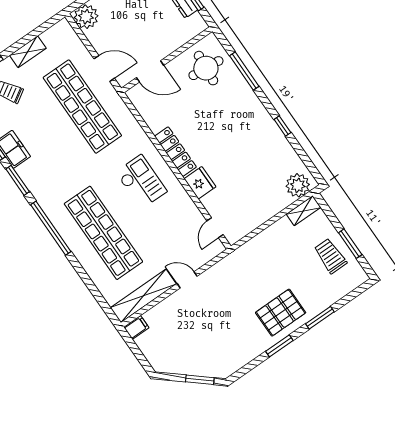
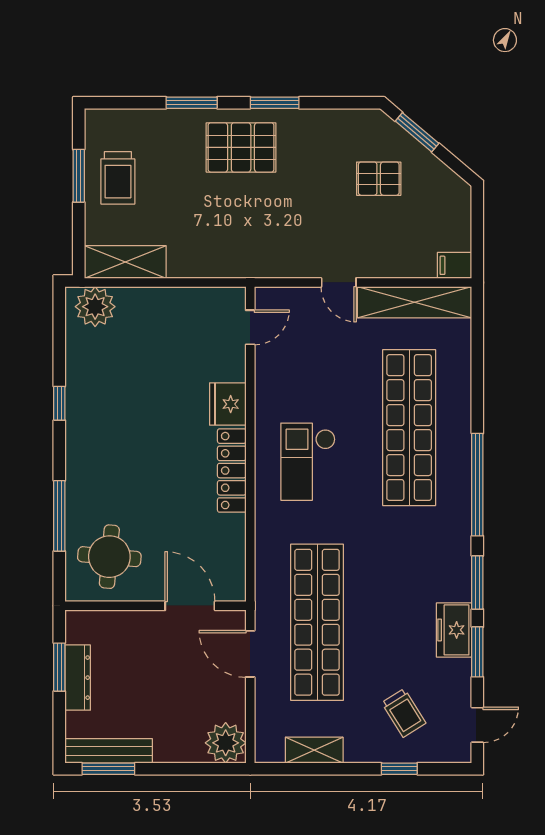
shelving: (28, 52) -> (314, 750), moved
shelving: (304, 211) -> (125, 262), width x1.50, depth x1.33
pallet: (203, 344) -> (379, 179), added

